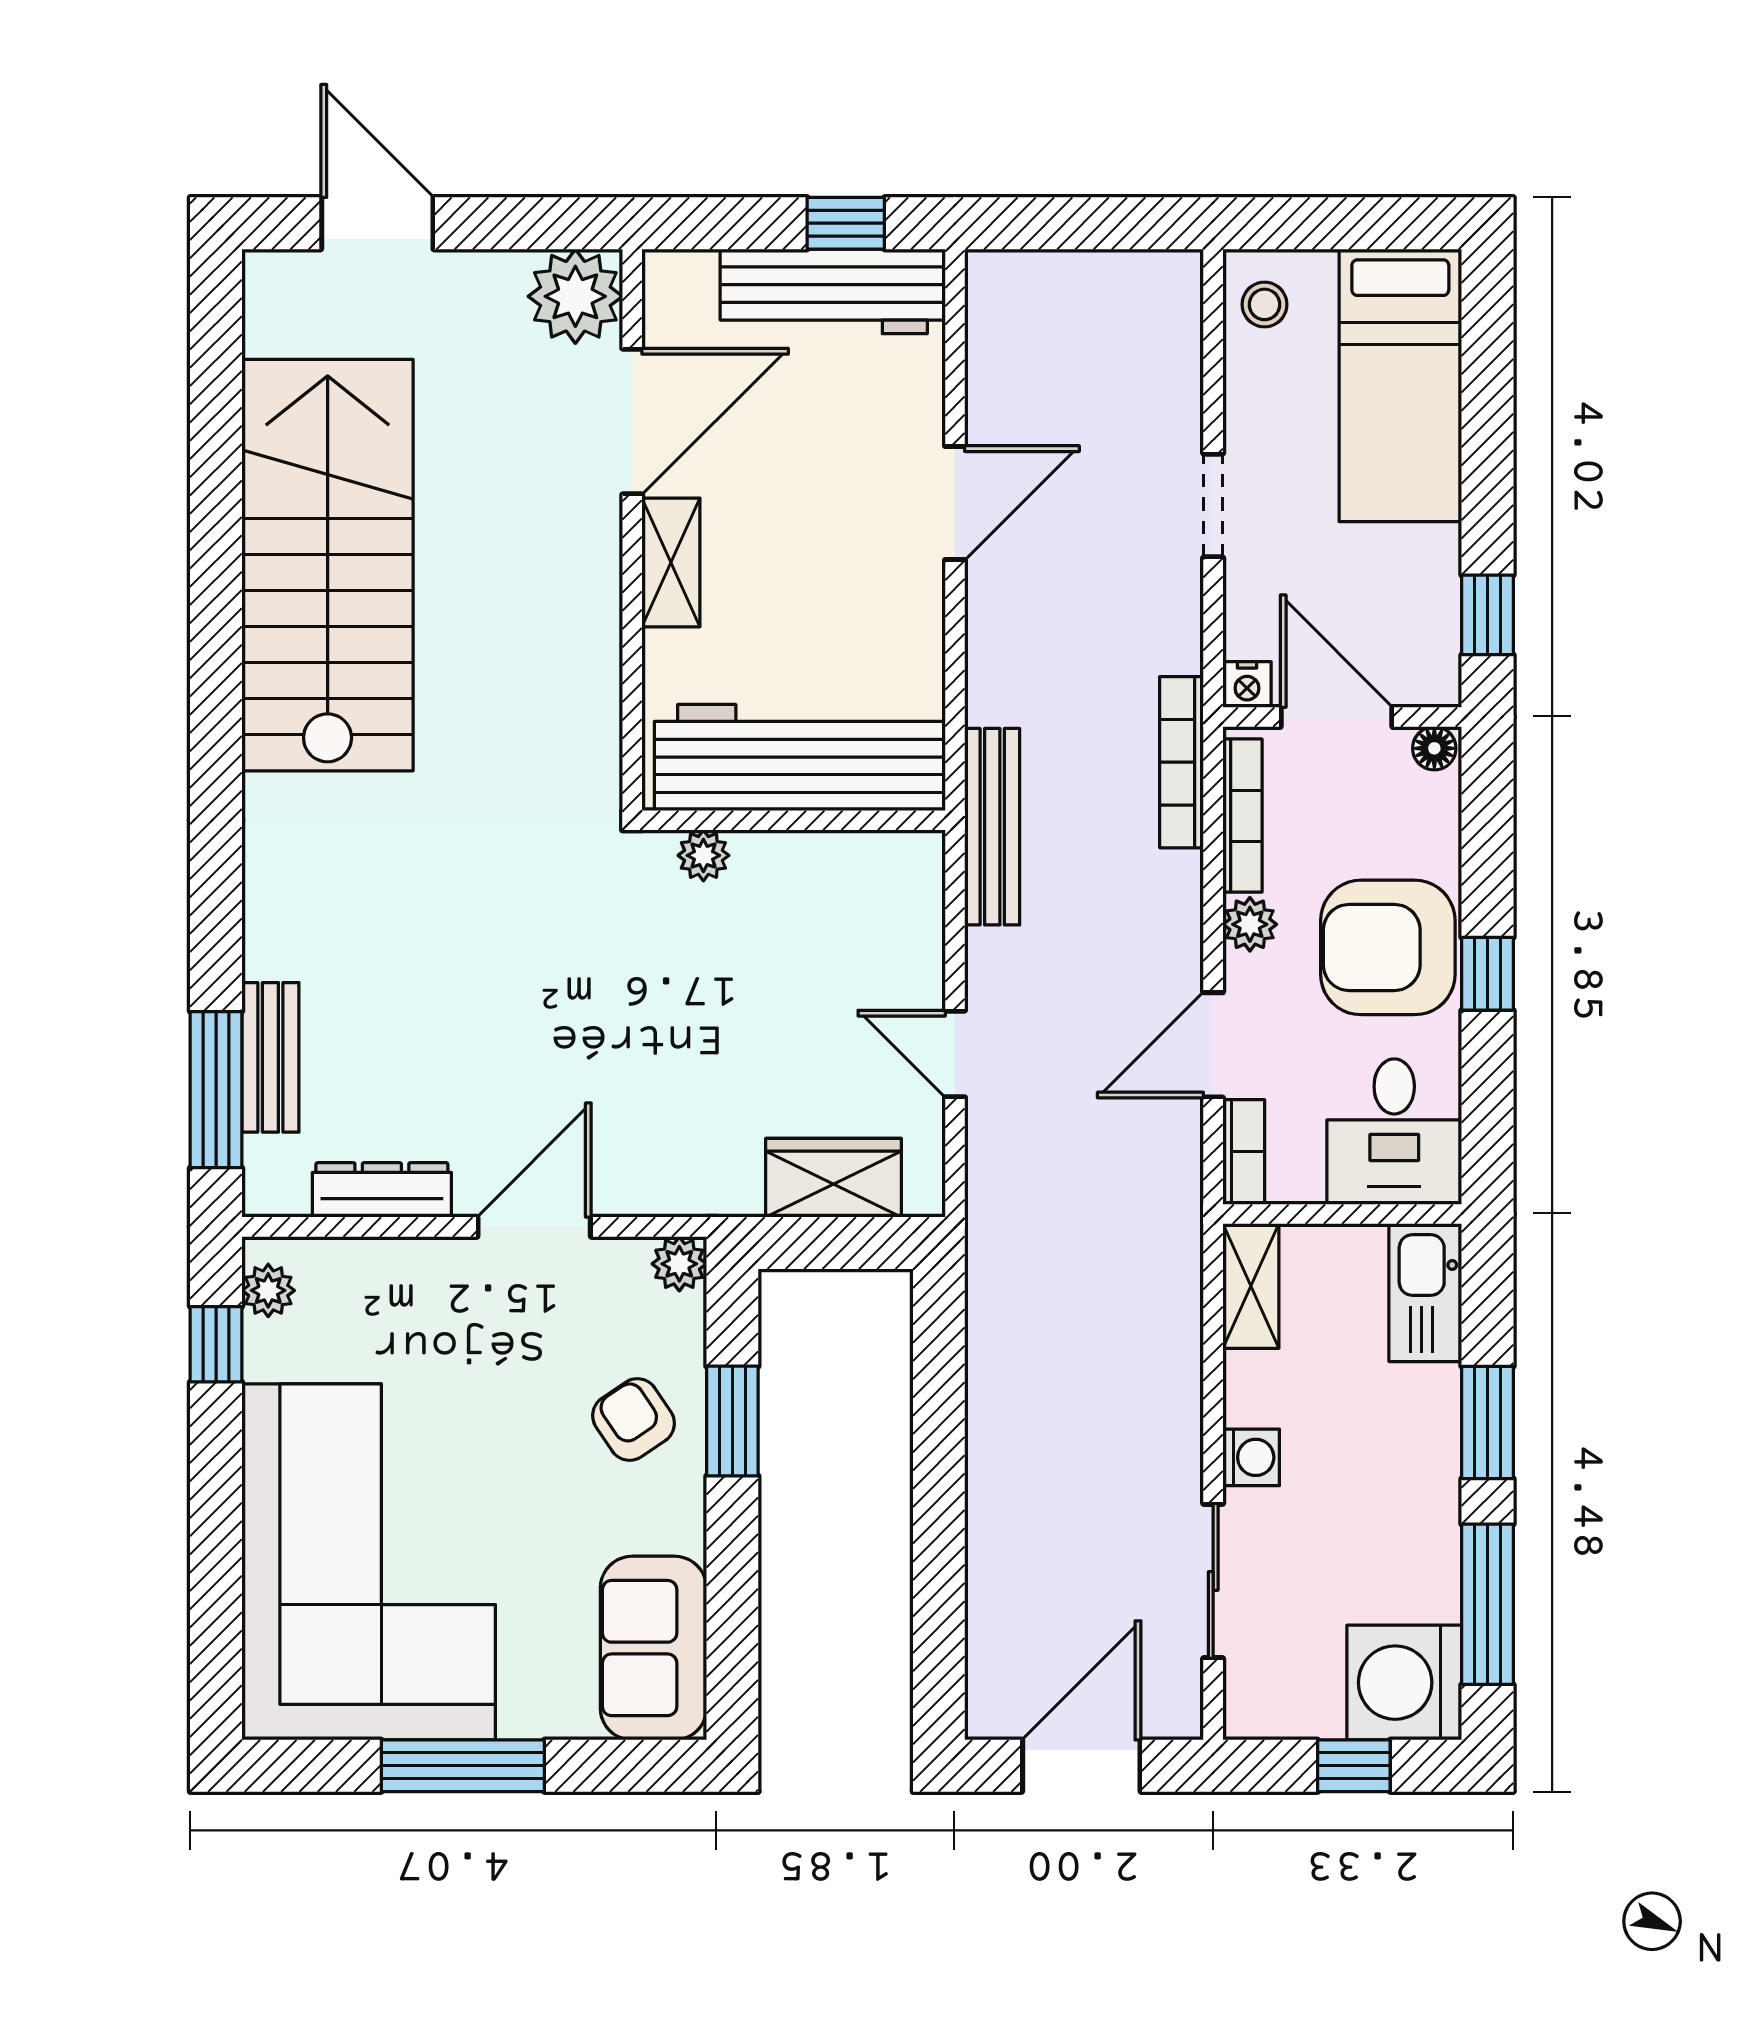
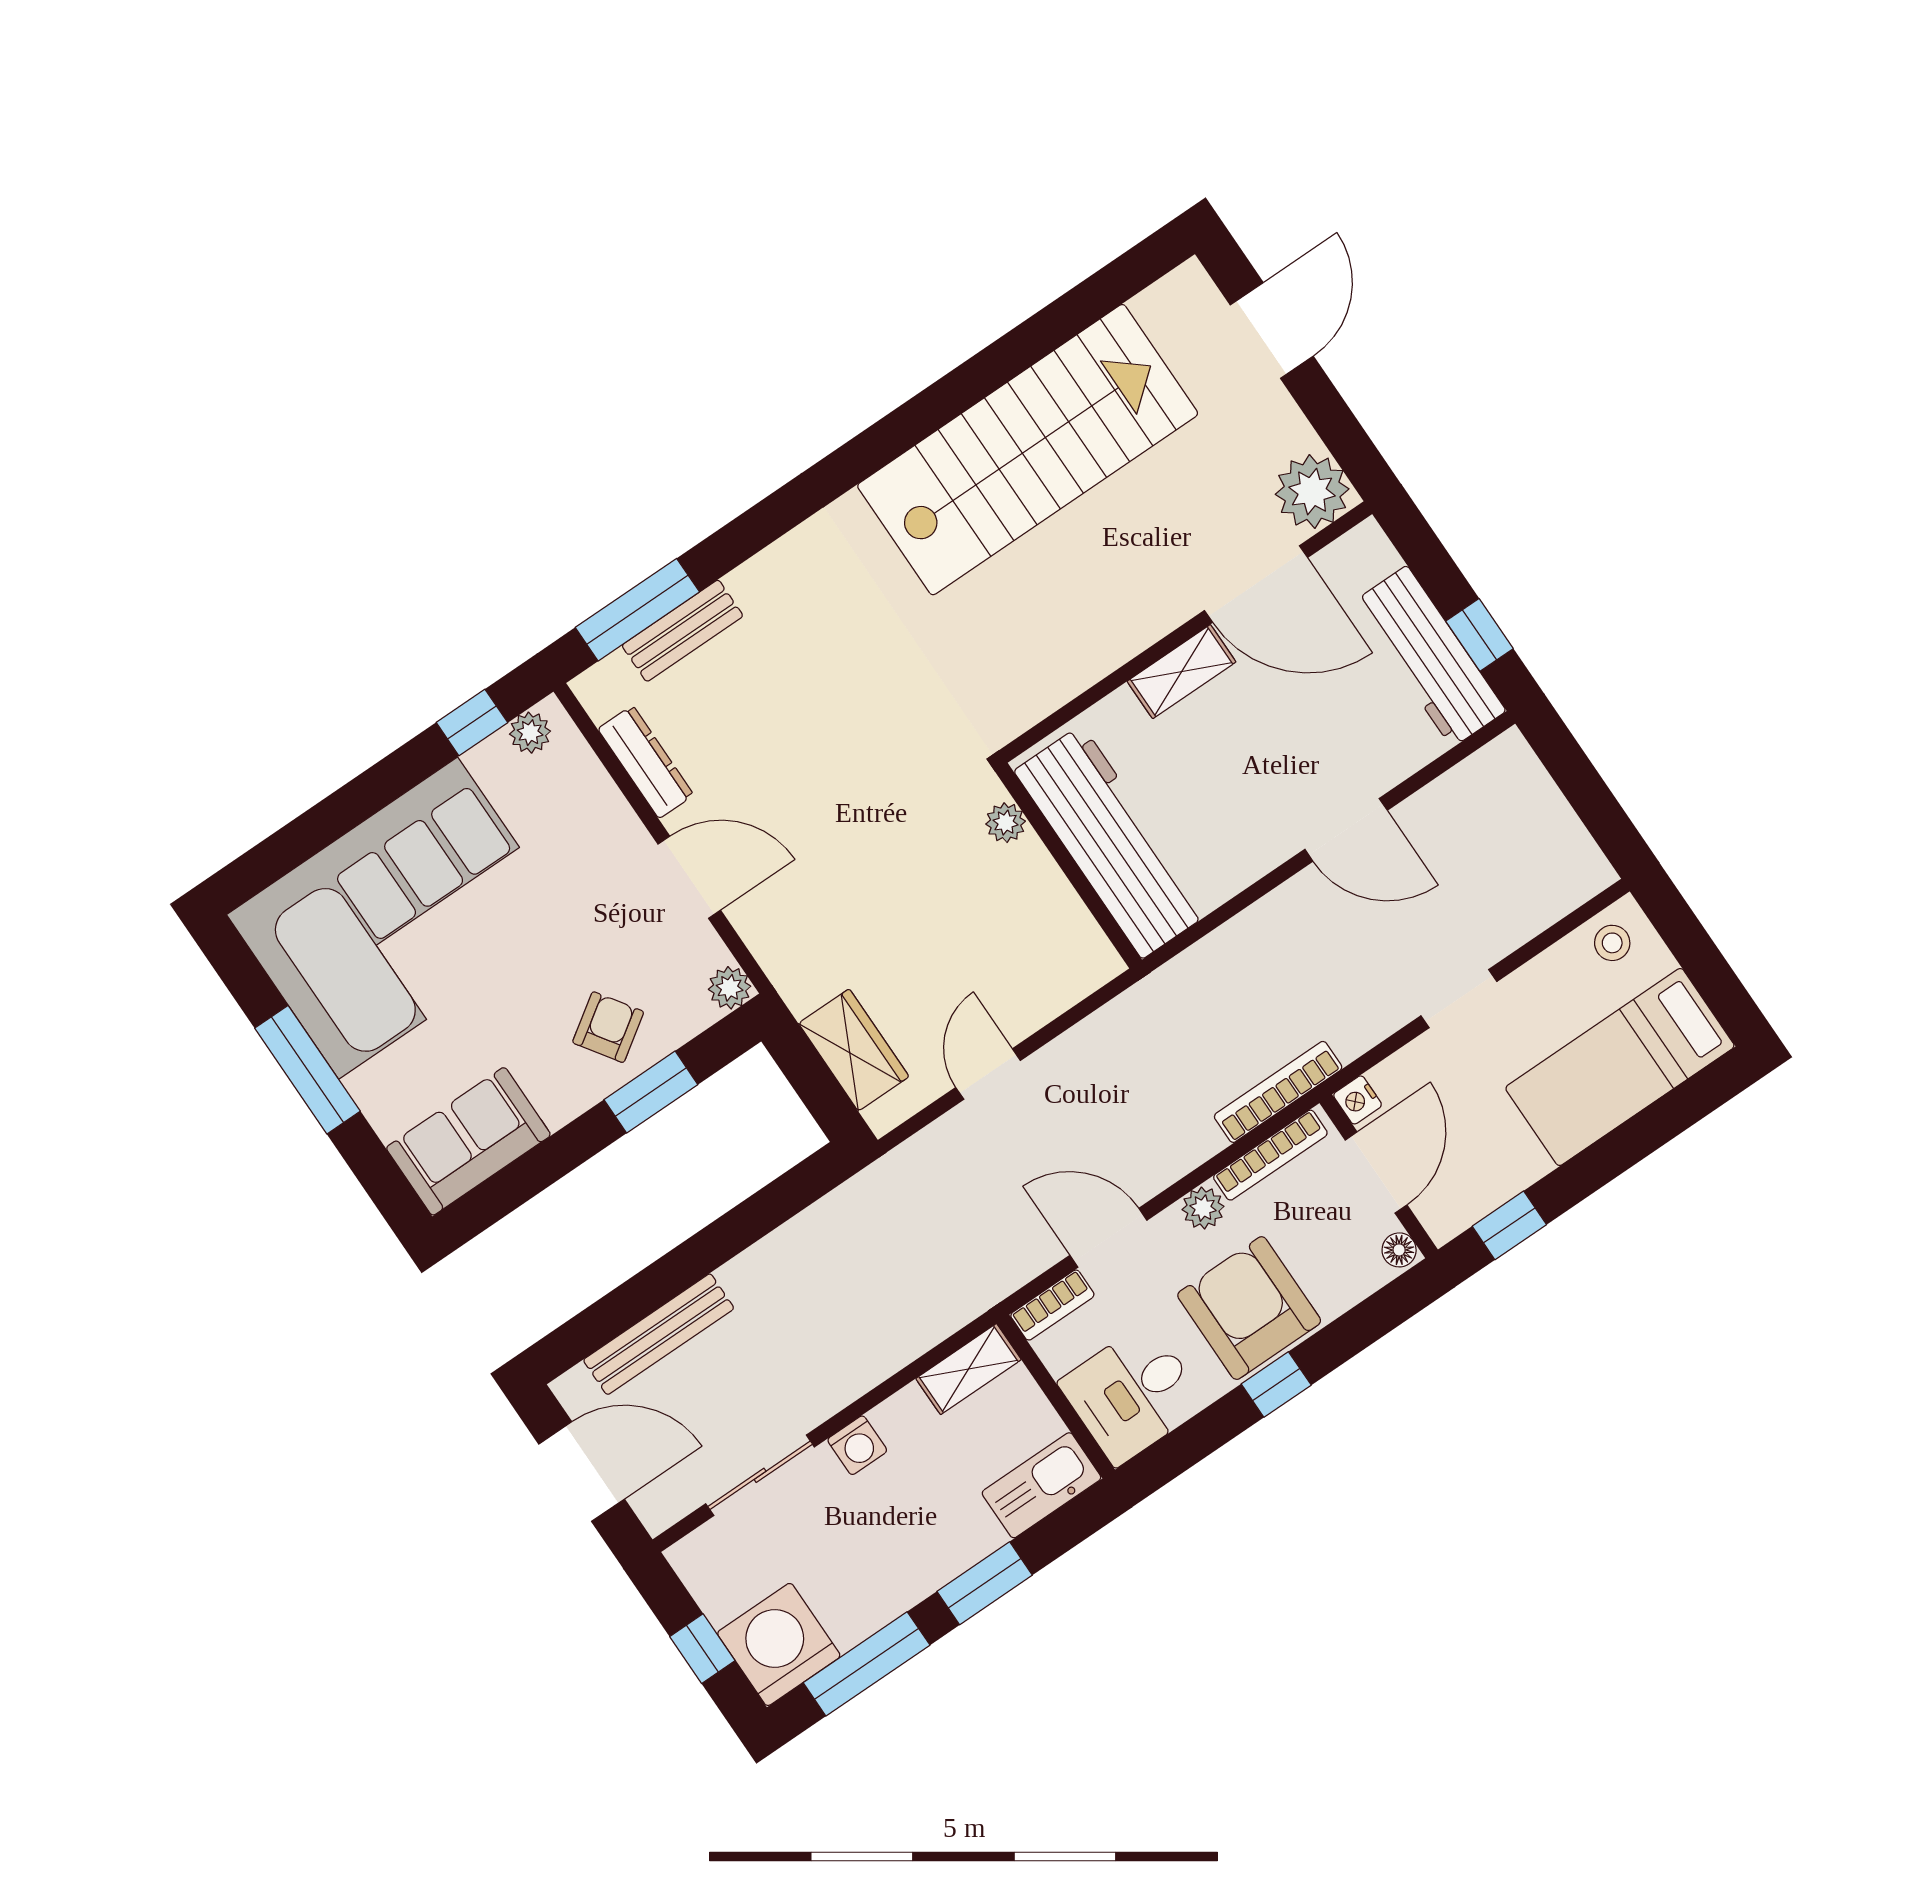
bench: (992, 827) -> (659, 1334), moved

